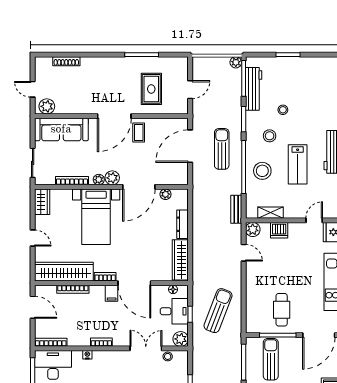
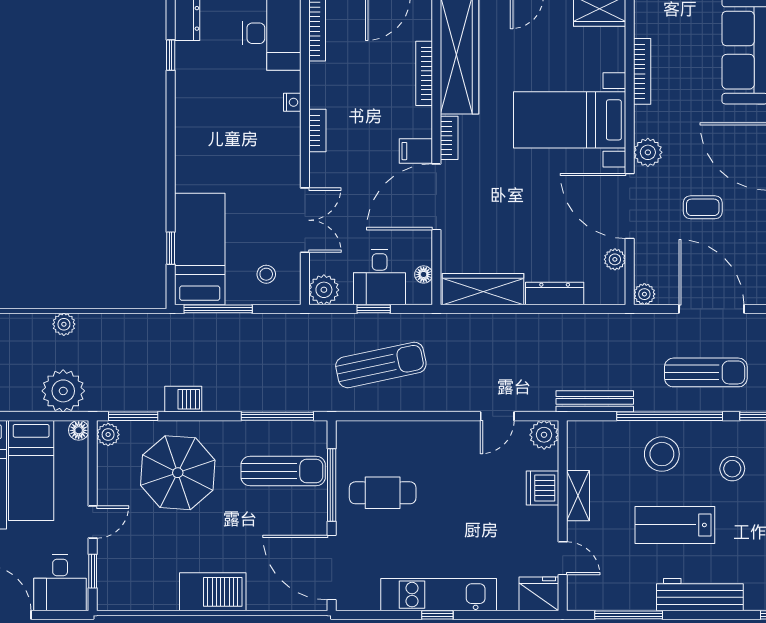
coffee table: (139, 133) -> (703, 207), moved
plant: (99, 180) -> (644, 294), moved
bench: (236, 209) -> (595, 401), width x1.36
shelving: (271, 213) -> (578, 496), moved
sun lounger: (218, 311) -> (381, 365), turned -33
stool: (168, 356) -> (266, 274), moved

